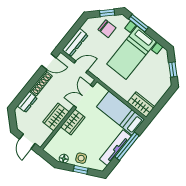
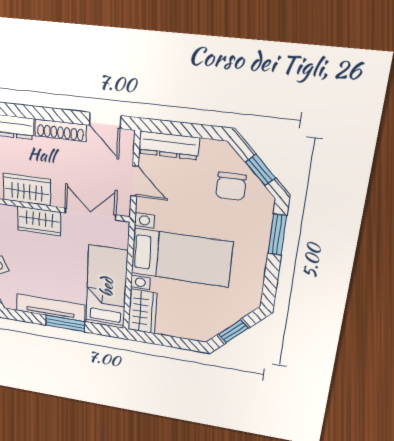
bed with nightstands: (132, 53) -> (181, 258), moved, turned 180
window: (127, 146) -> (65, 323), width x0.69

